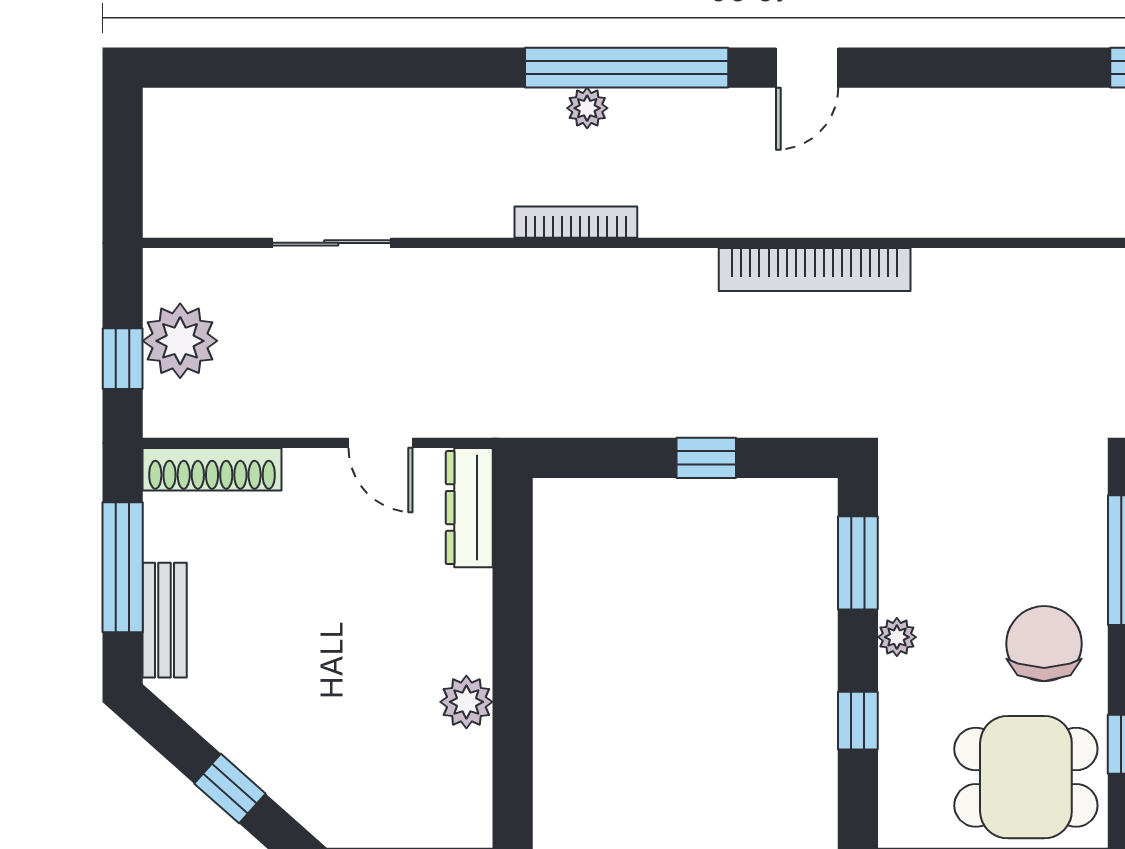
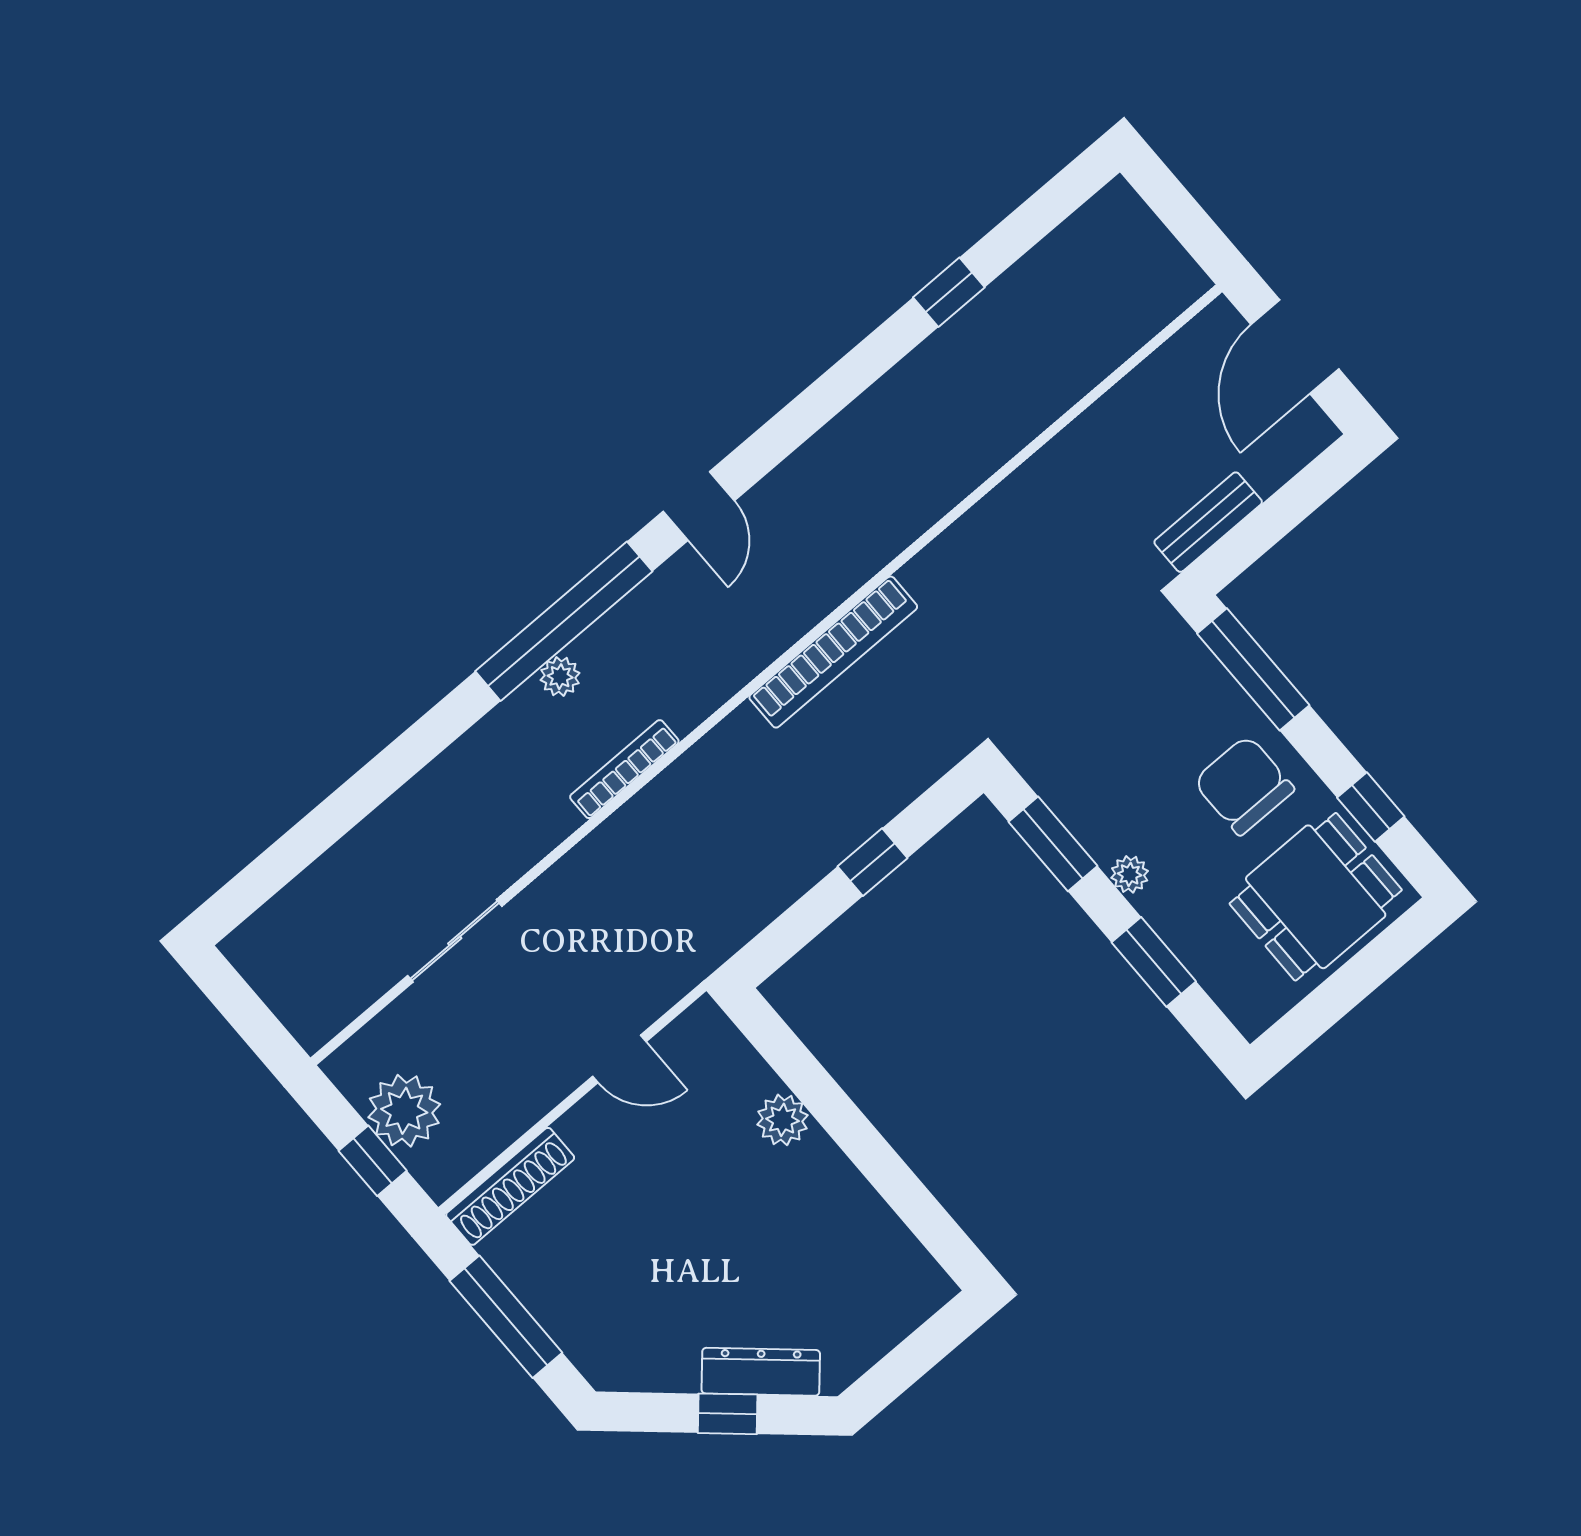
dresser: (469, 508) -> (761, 1372), moved, turned 132
bench: (165, 620) -> (571, 1330), removed
plant: (466, 702) -> (782, 1120), moved
window: (858, 721) -> (1154, 962), width x1.50

